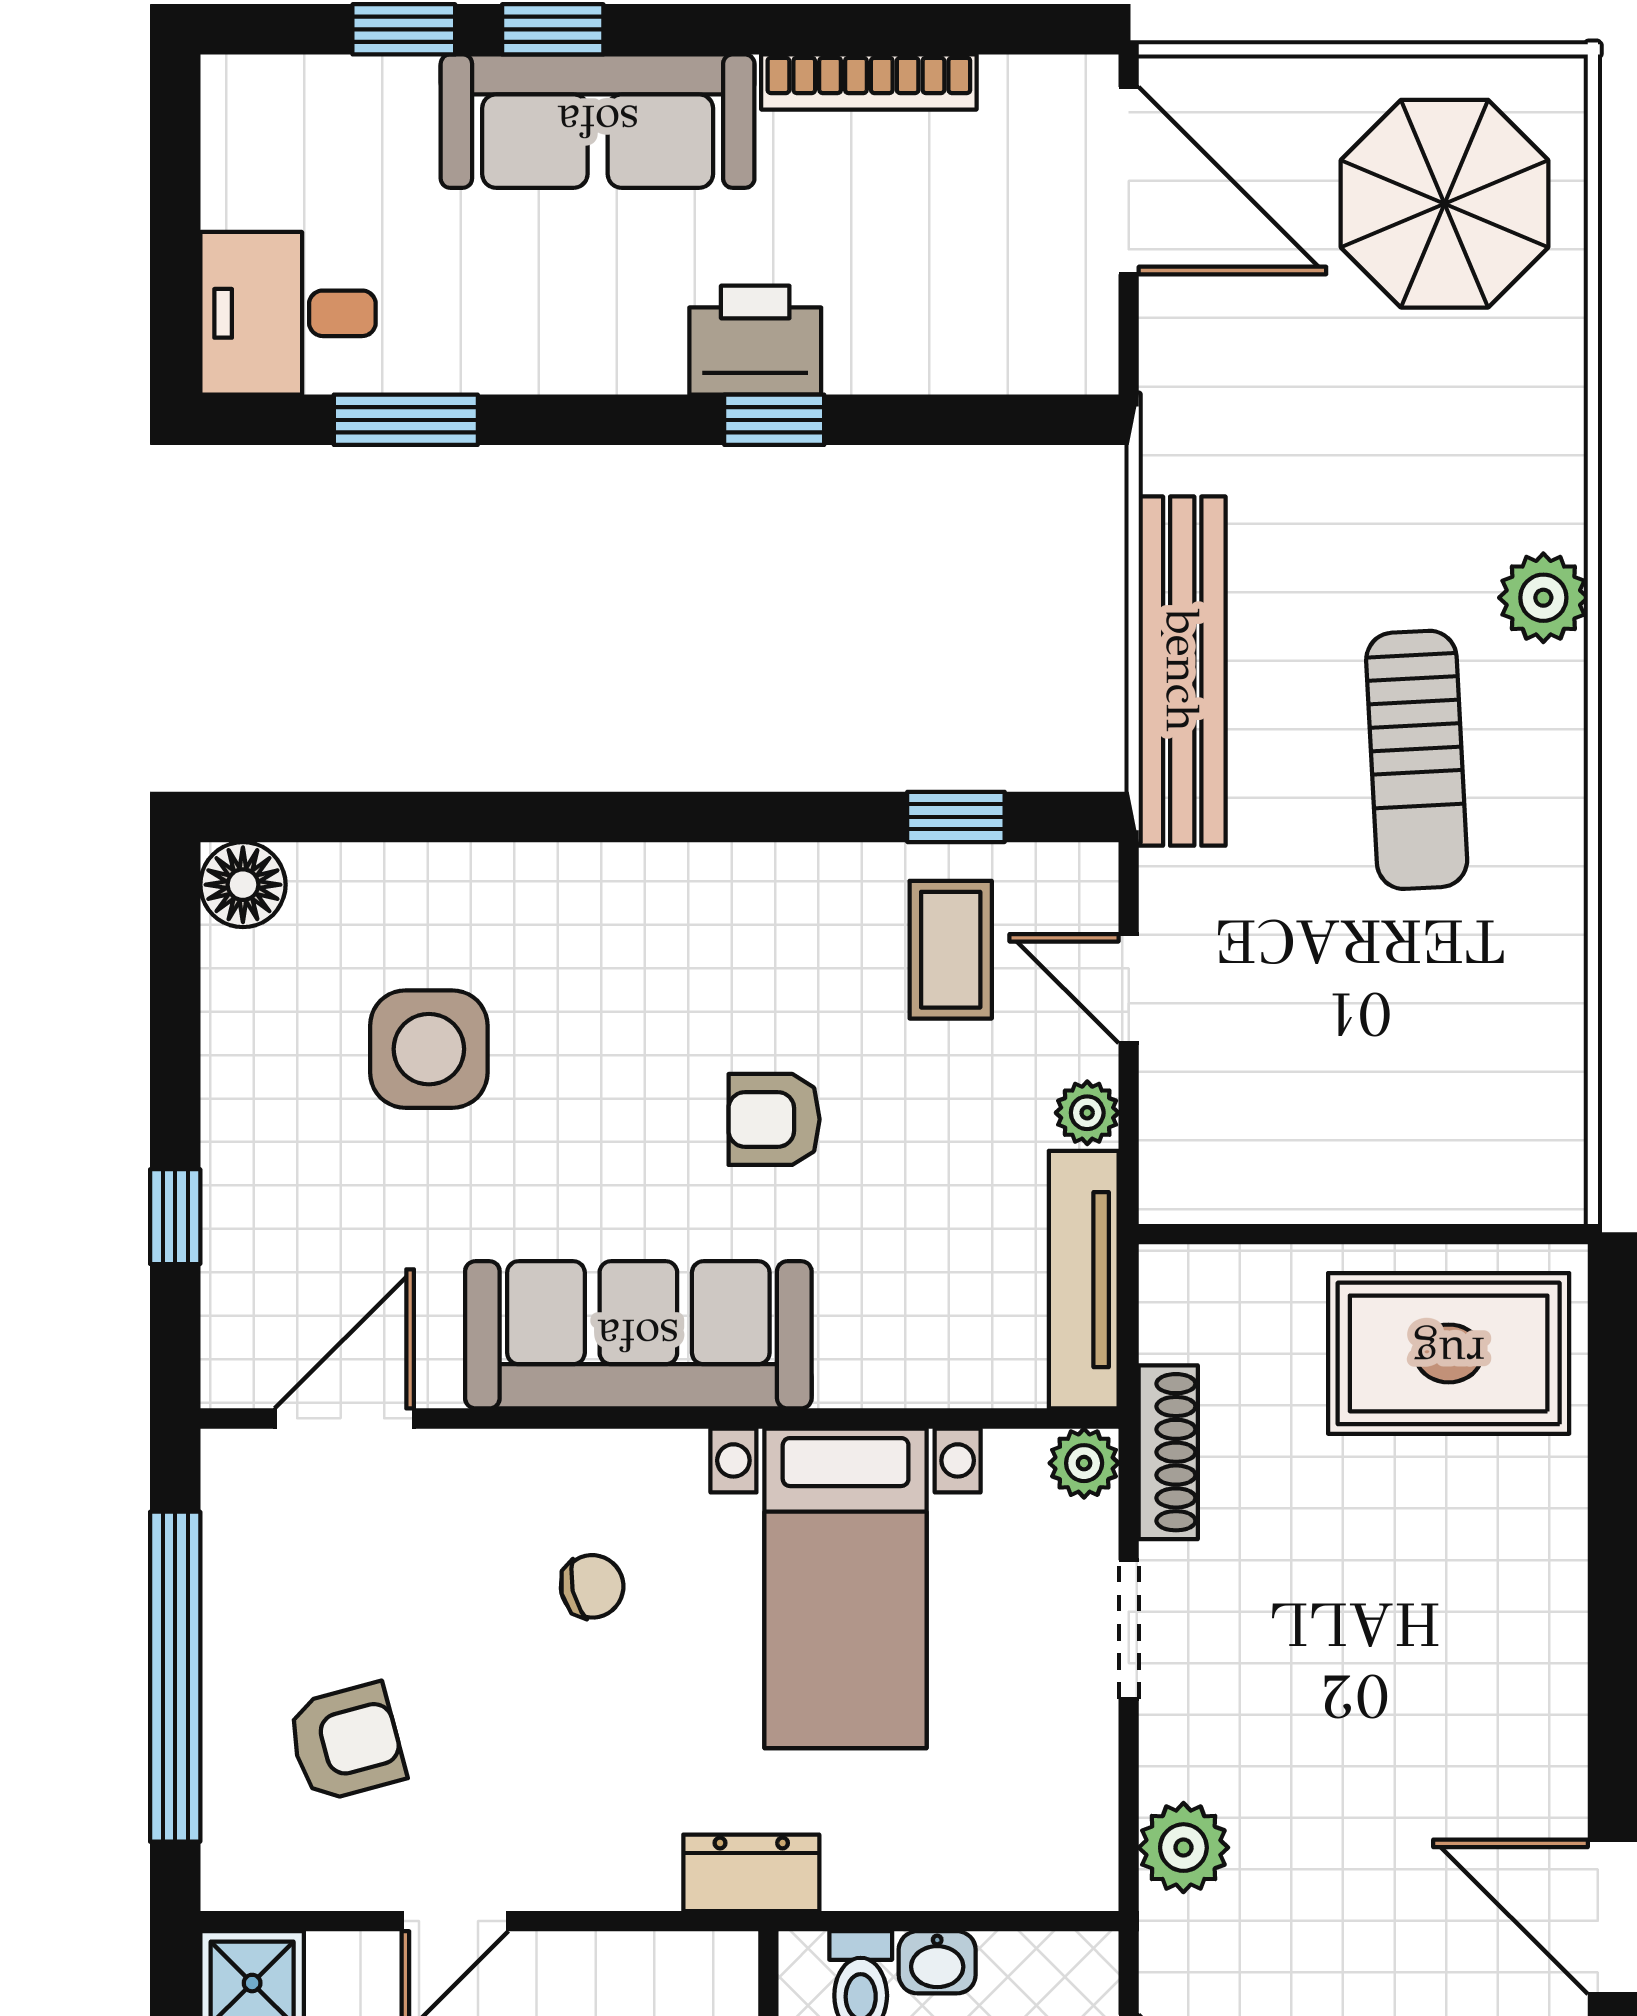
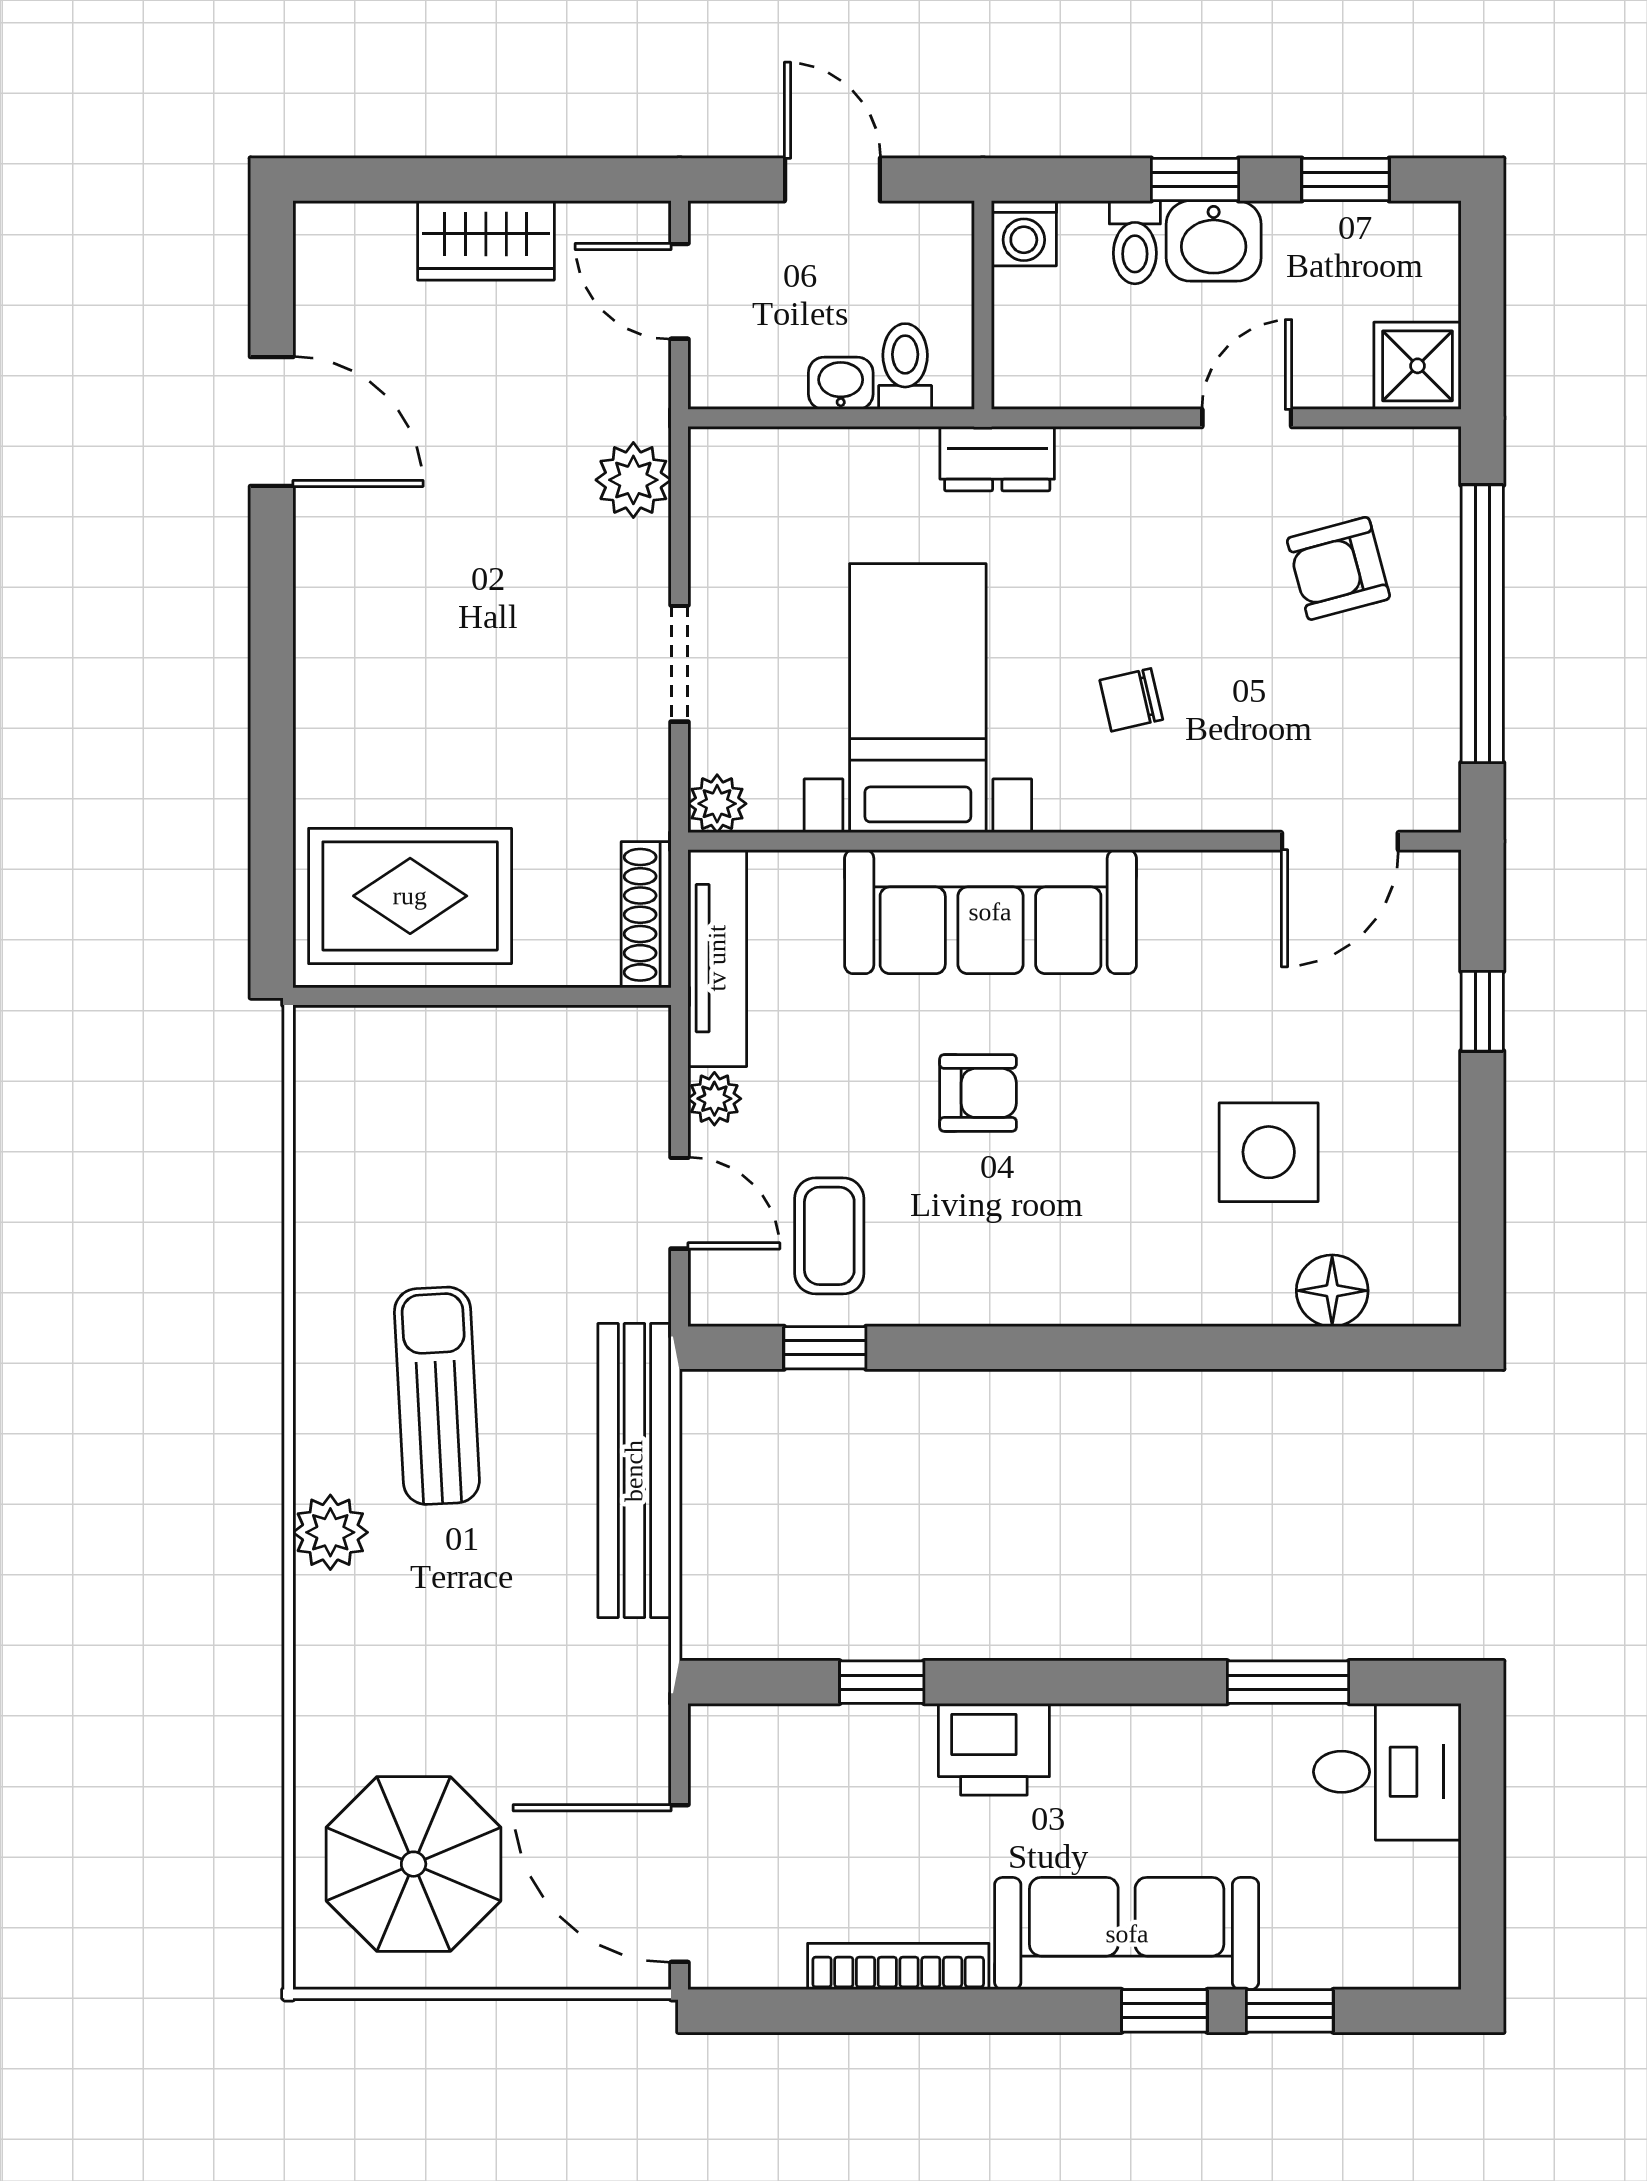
window: (774, 420) -> (882, 1682), moved
floor lamp: (243, 885) -> (1332, 1291), moved
sofa: (638, 1335) -> (990, 912), moved
shoe rack: (1168, 1452) -> (646, 915), moved

